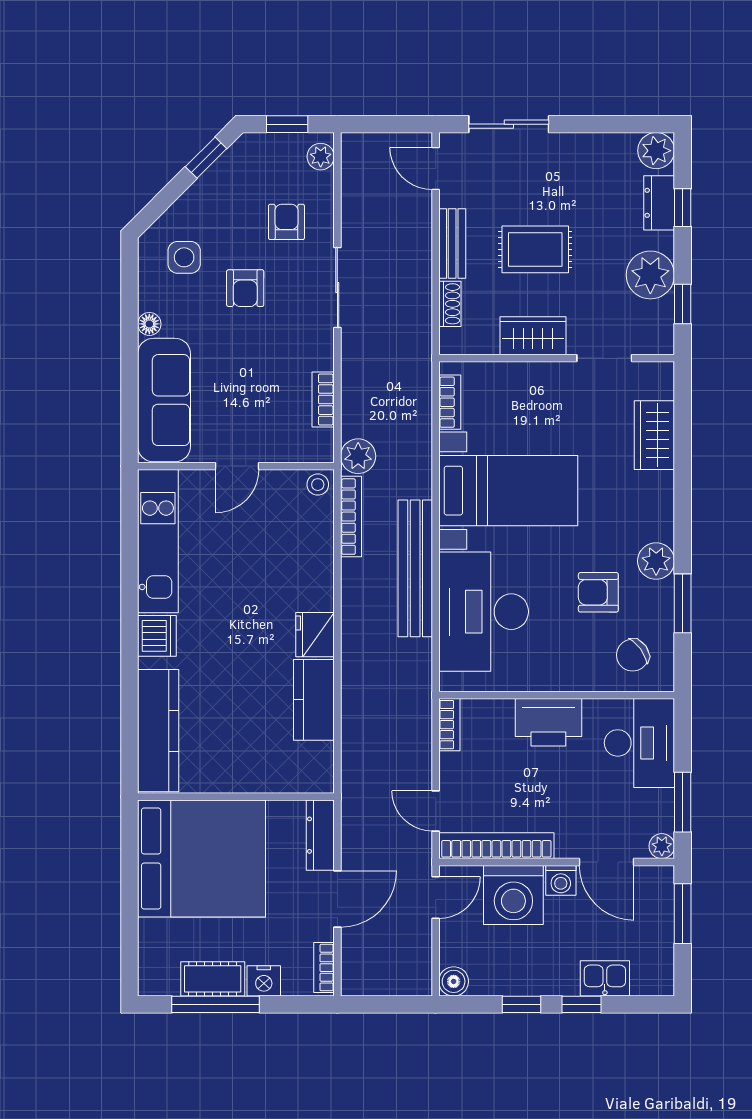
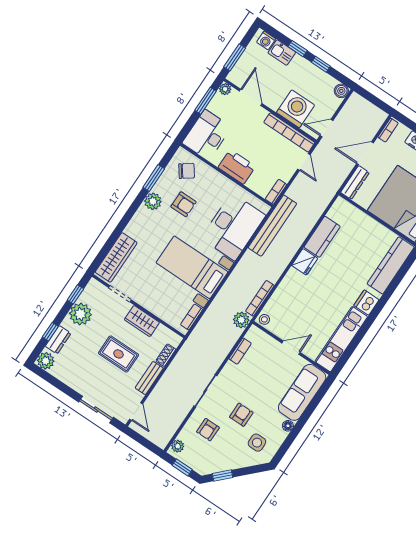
wardrobe: (654, 435) -> (116, 257), width x1.50
bench: (415, 568) -> (272, 226), moved
washing machine: (561, 880) -> (266, 40), moved, turned 180

